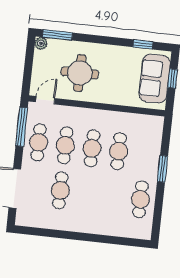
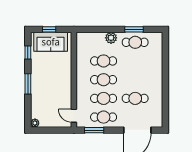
window: (57, 35) -> (28, 84), moved
round table: (80, 73) -> (52, 94), removed
window: (22, 127) -> (94, 130), width x0.69
plant: (151, 165) -> (111, 38), added
window: (163, 169) -> (134, 29), moved

